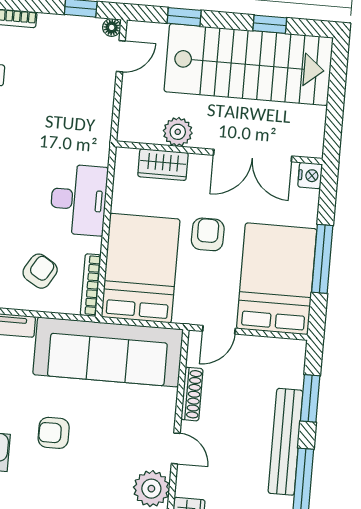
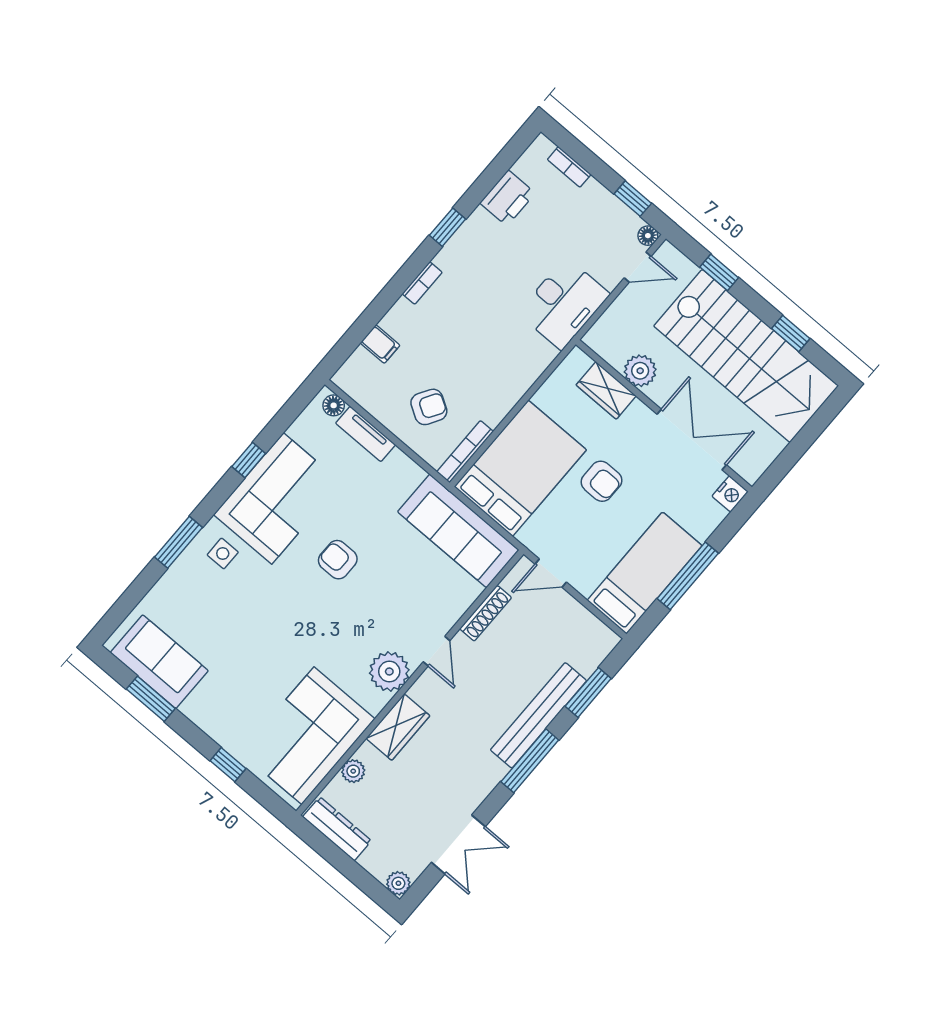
double door: (253, 156) -> (692, 440), swing flipped
desk: (79, 200) -> (564, 304), moved
armchair: (208, 234) -> (601, 481), turned 90
bed: (277, 279) -> (645, 573), width x0.67
sofa: (108, 352) -> (458, 531), width x0.74, depth x0.79

